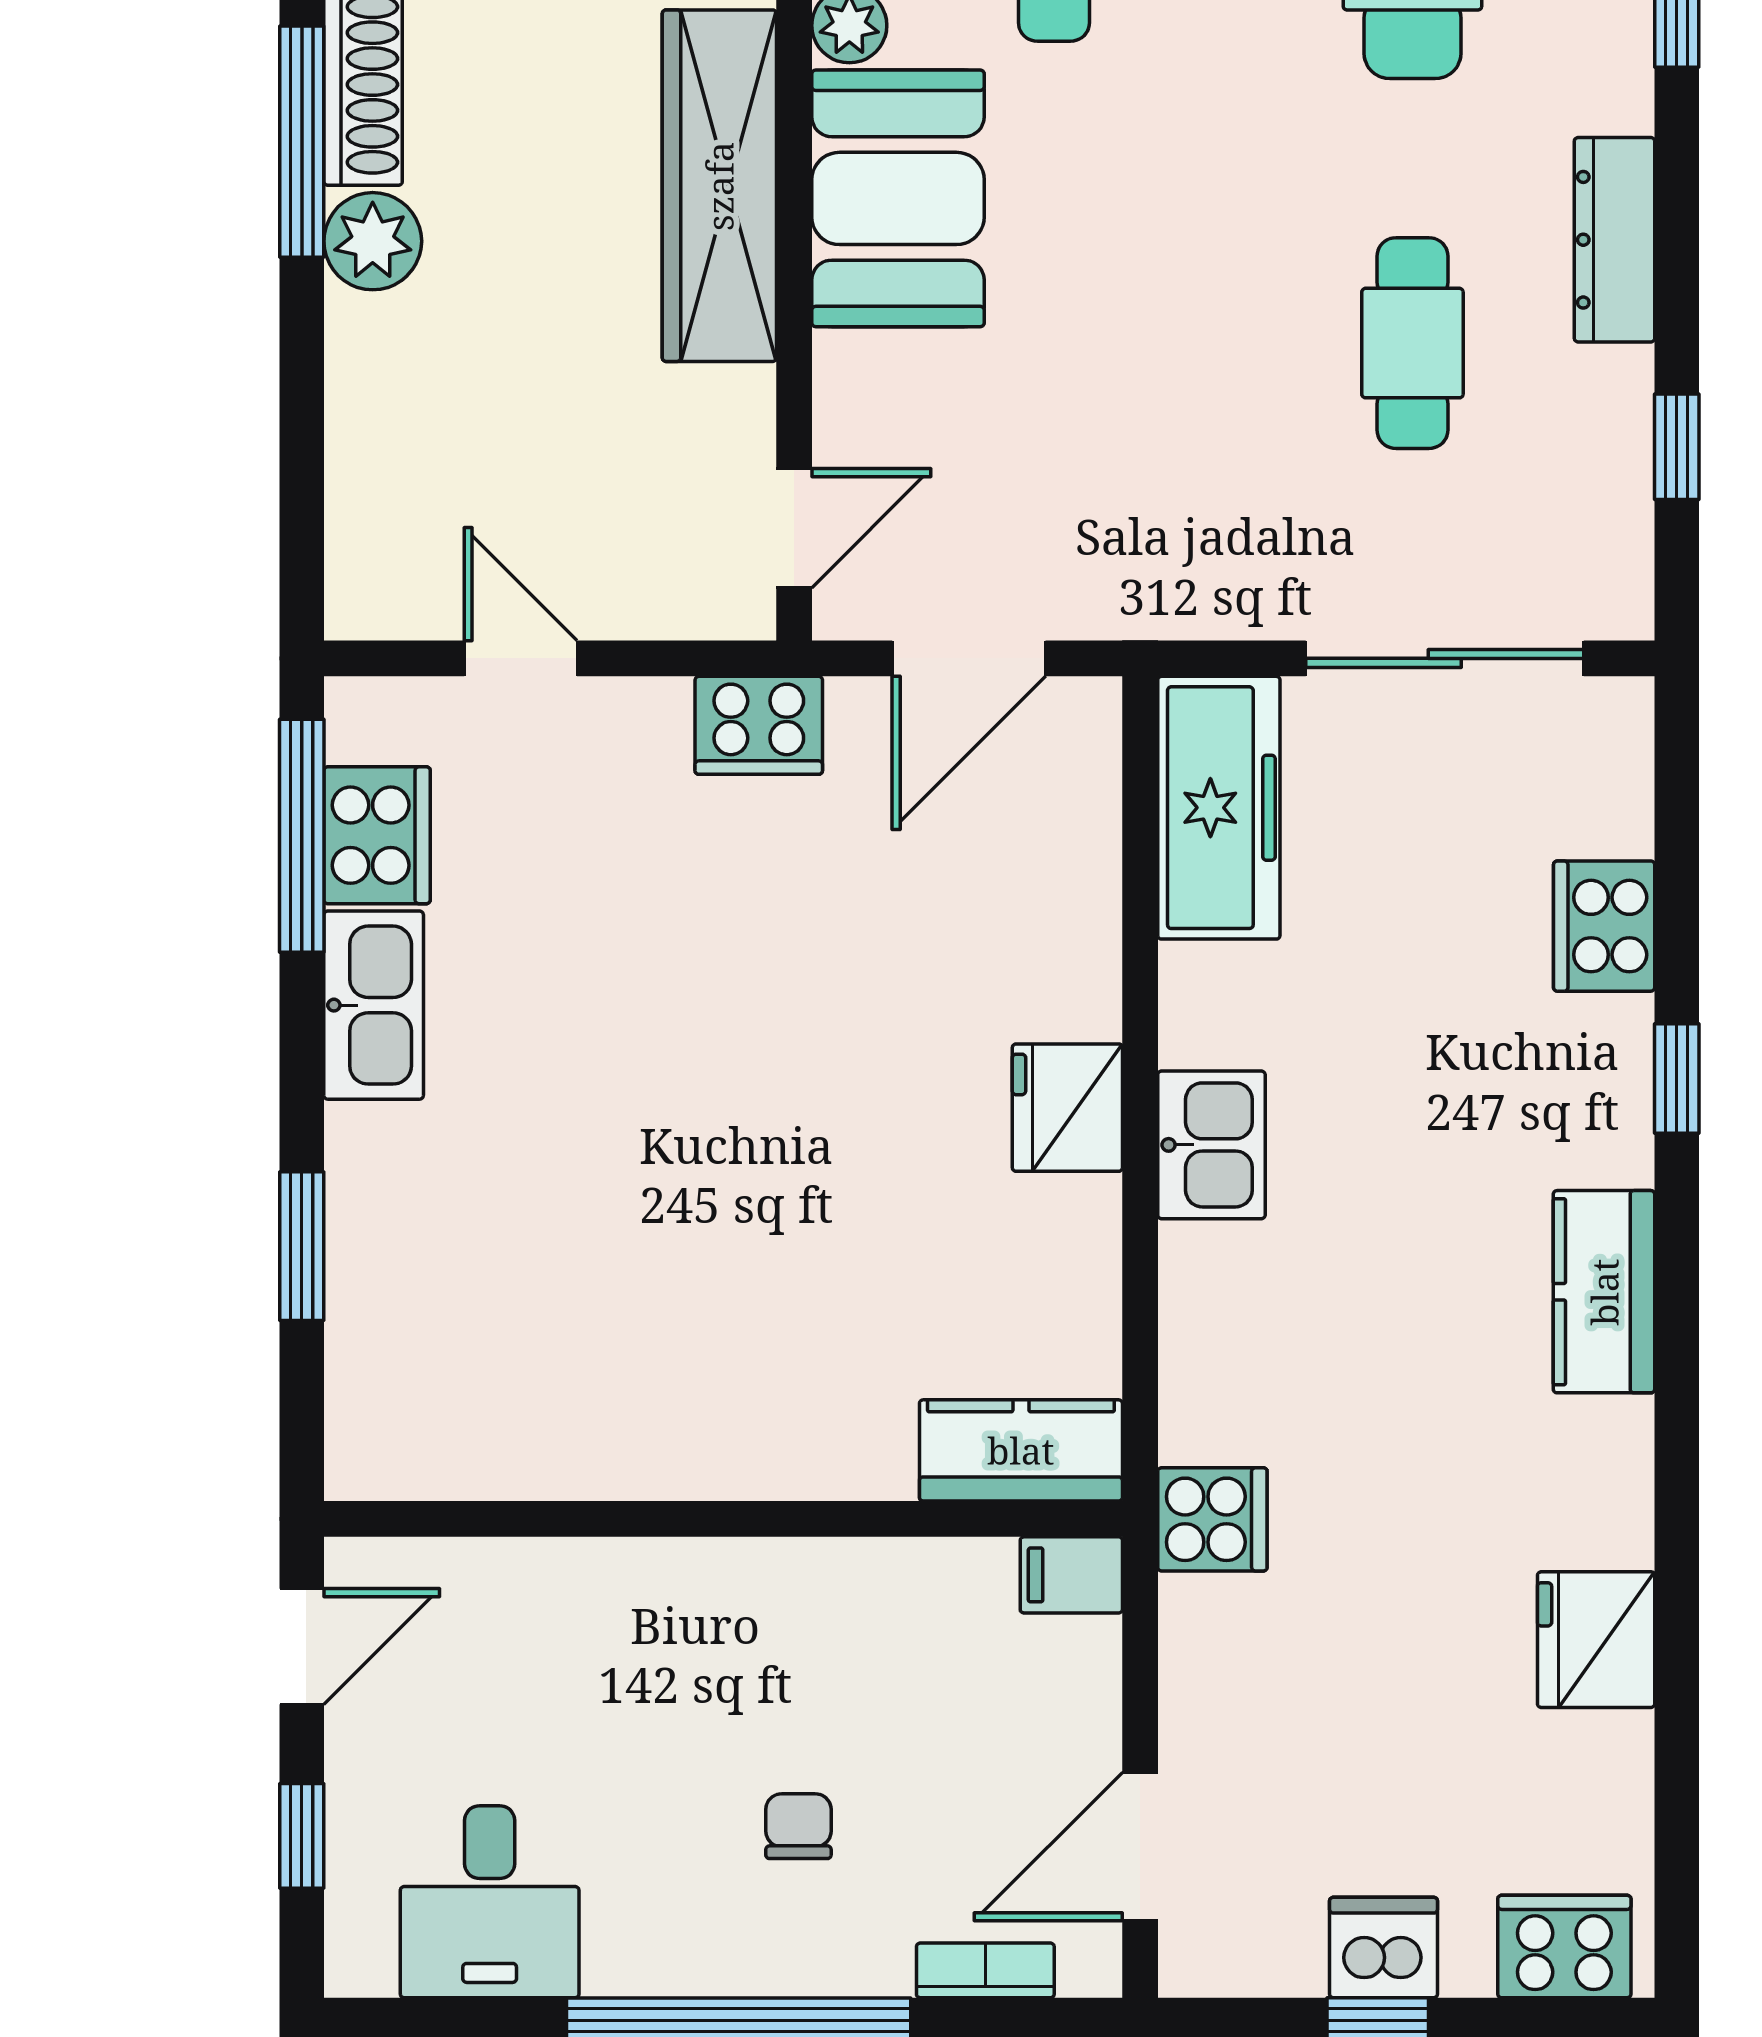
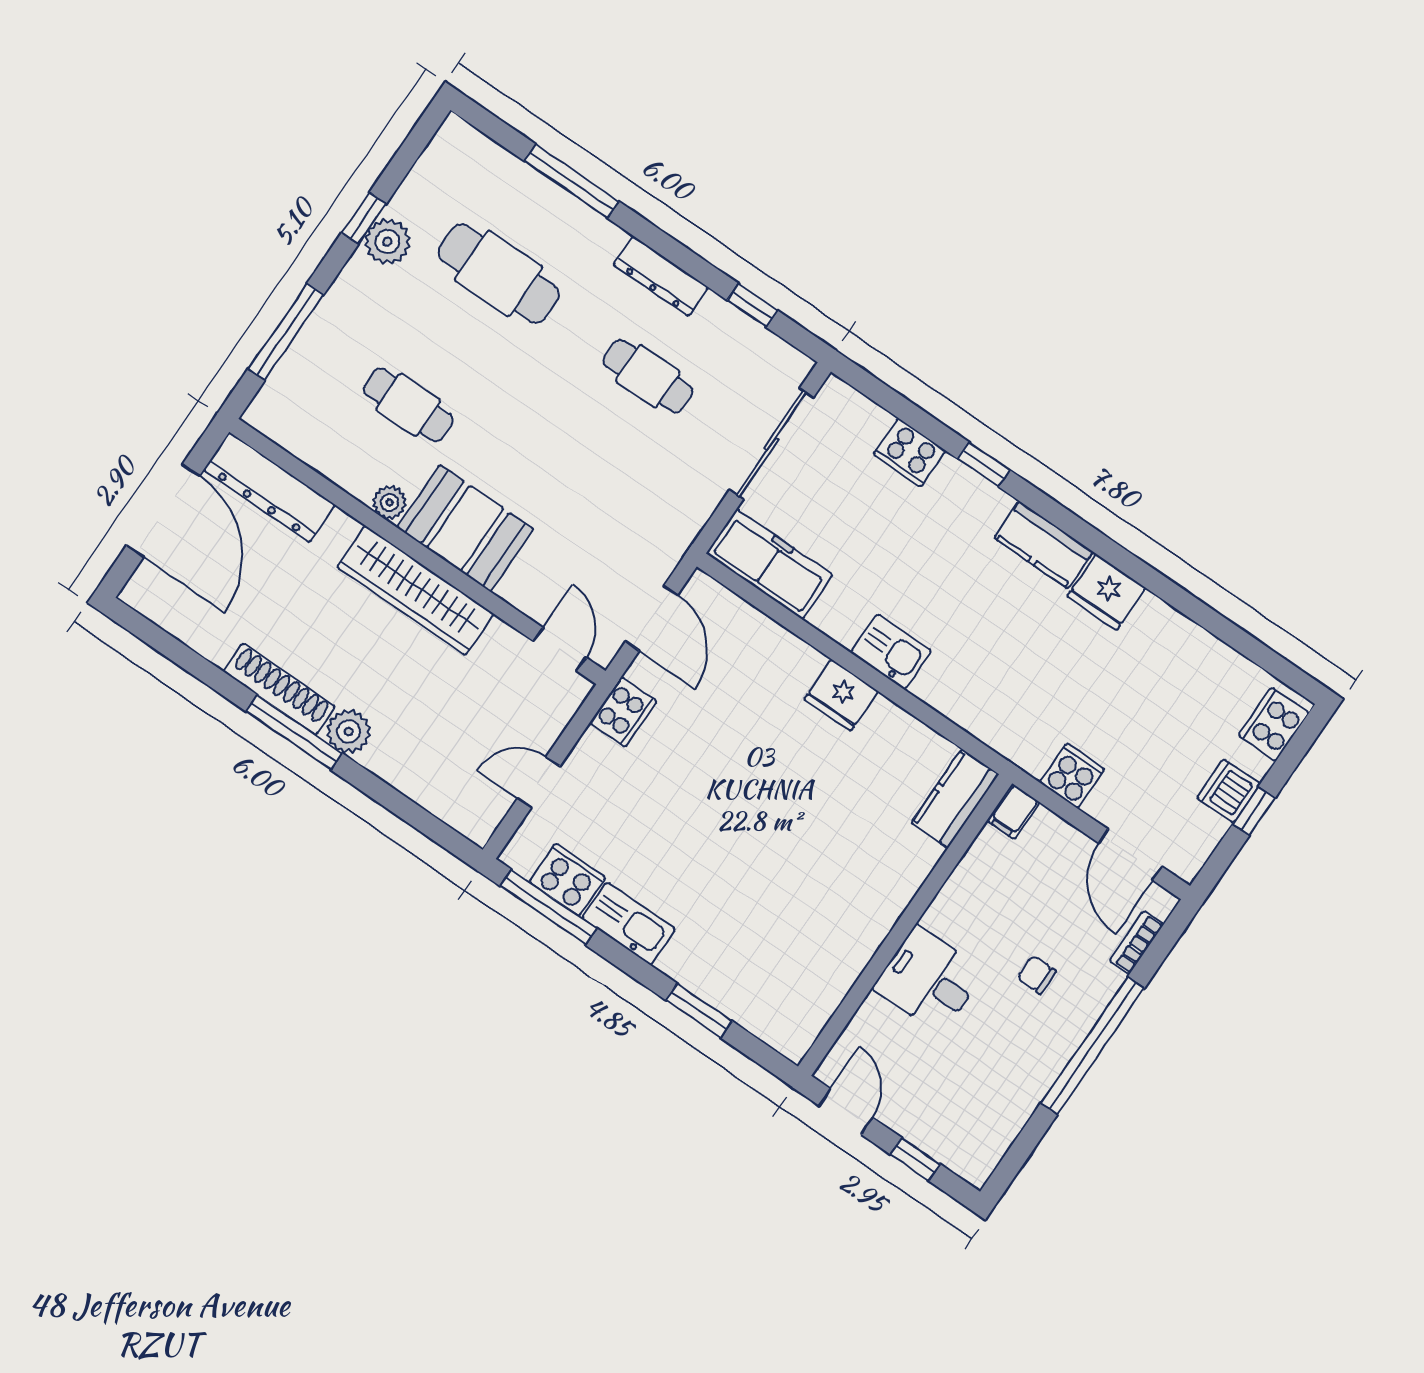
cooker: (1212, 1519) -> (1072, 776), moved
fridge: (1596, 1640) -> (1106, 592), moved
desk: (490, 1902) -> (929, 980), moved, turned 180

